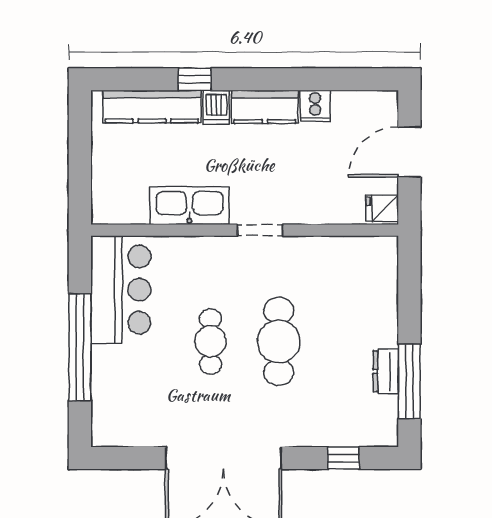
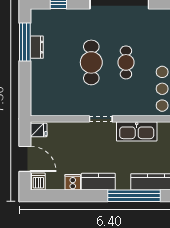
window: (195, 79) -> (134, 196), width x3.17
dishwasher: (216, 107) -> (38, 182), moved
door: (409, 152) -> (25, 159), hinge flipped

